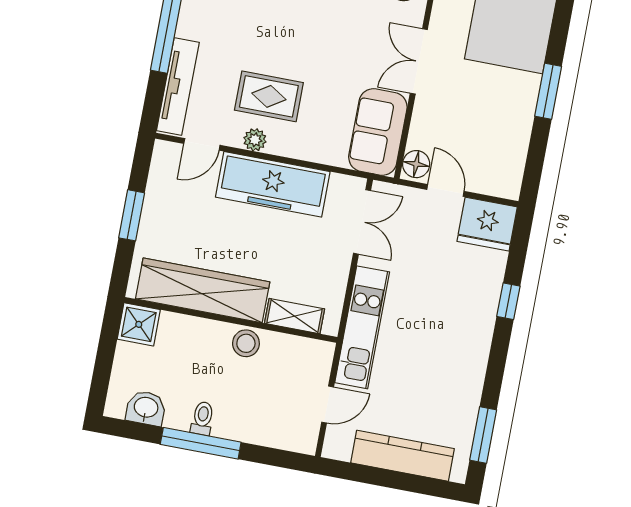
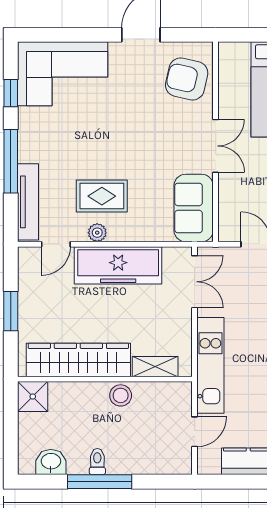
double door: (419, 61) -> (216, 146), swing flipped
floor lamp: (416, 164) -> (229, 228), removed

